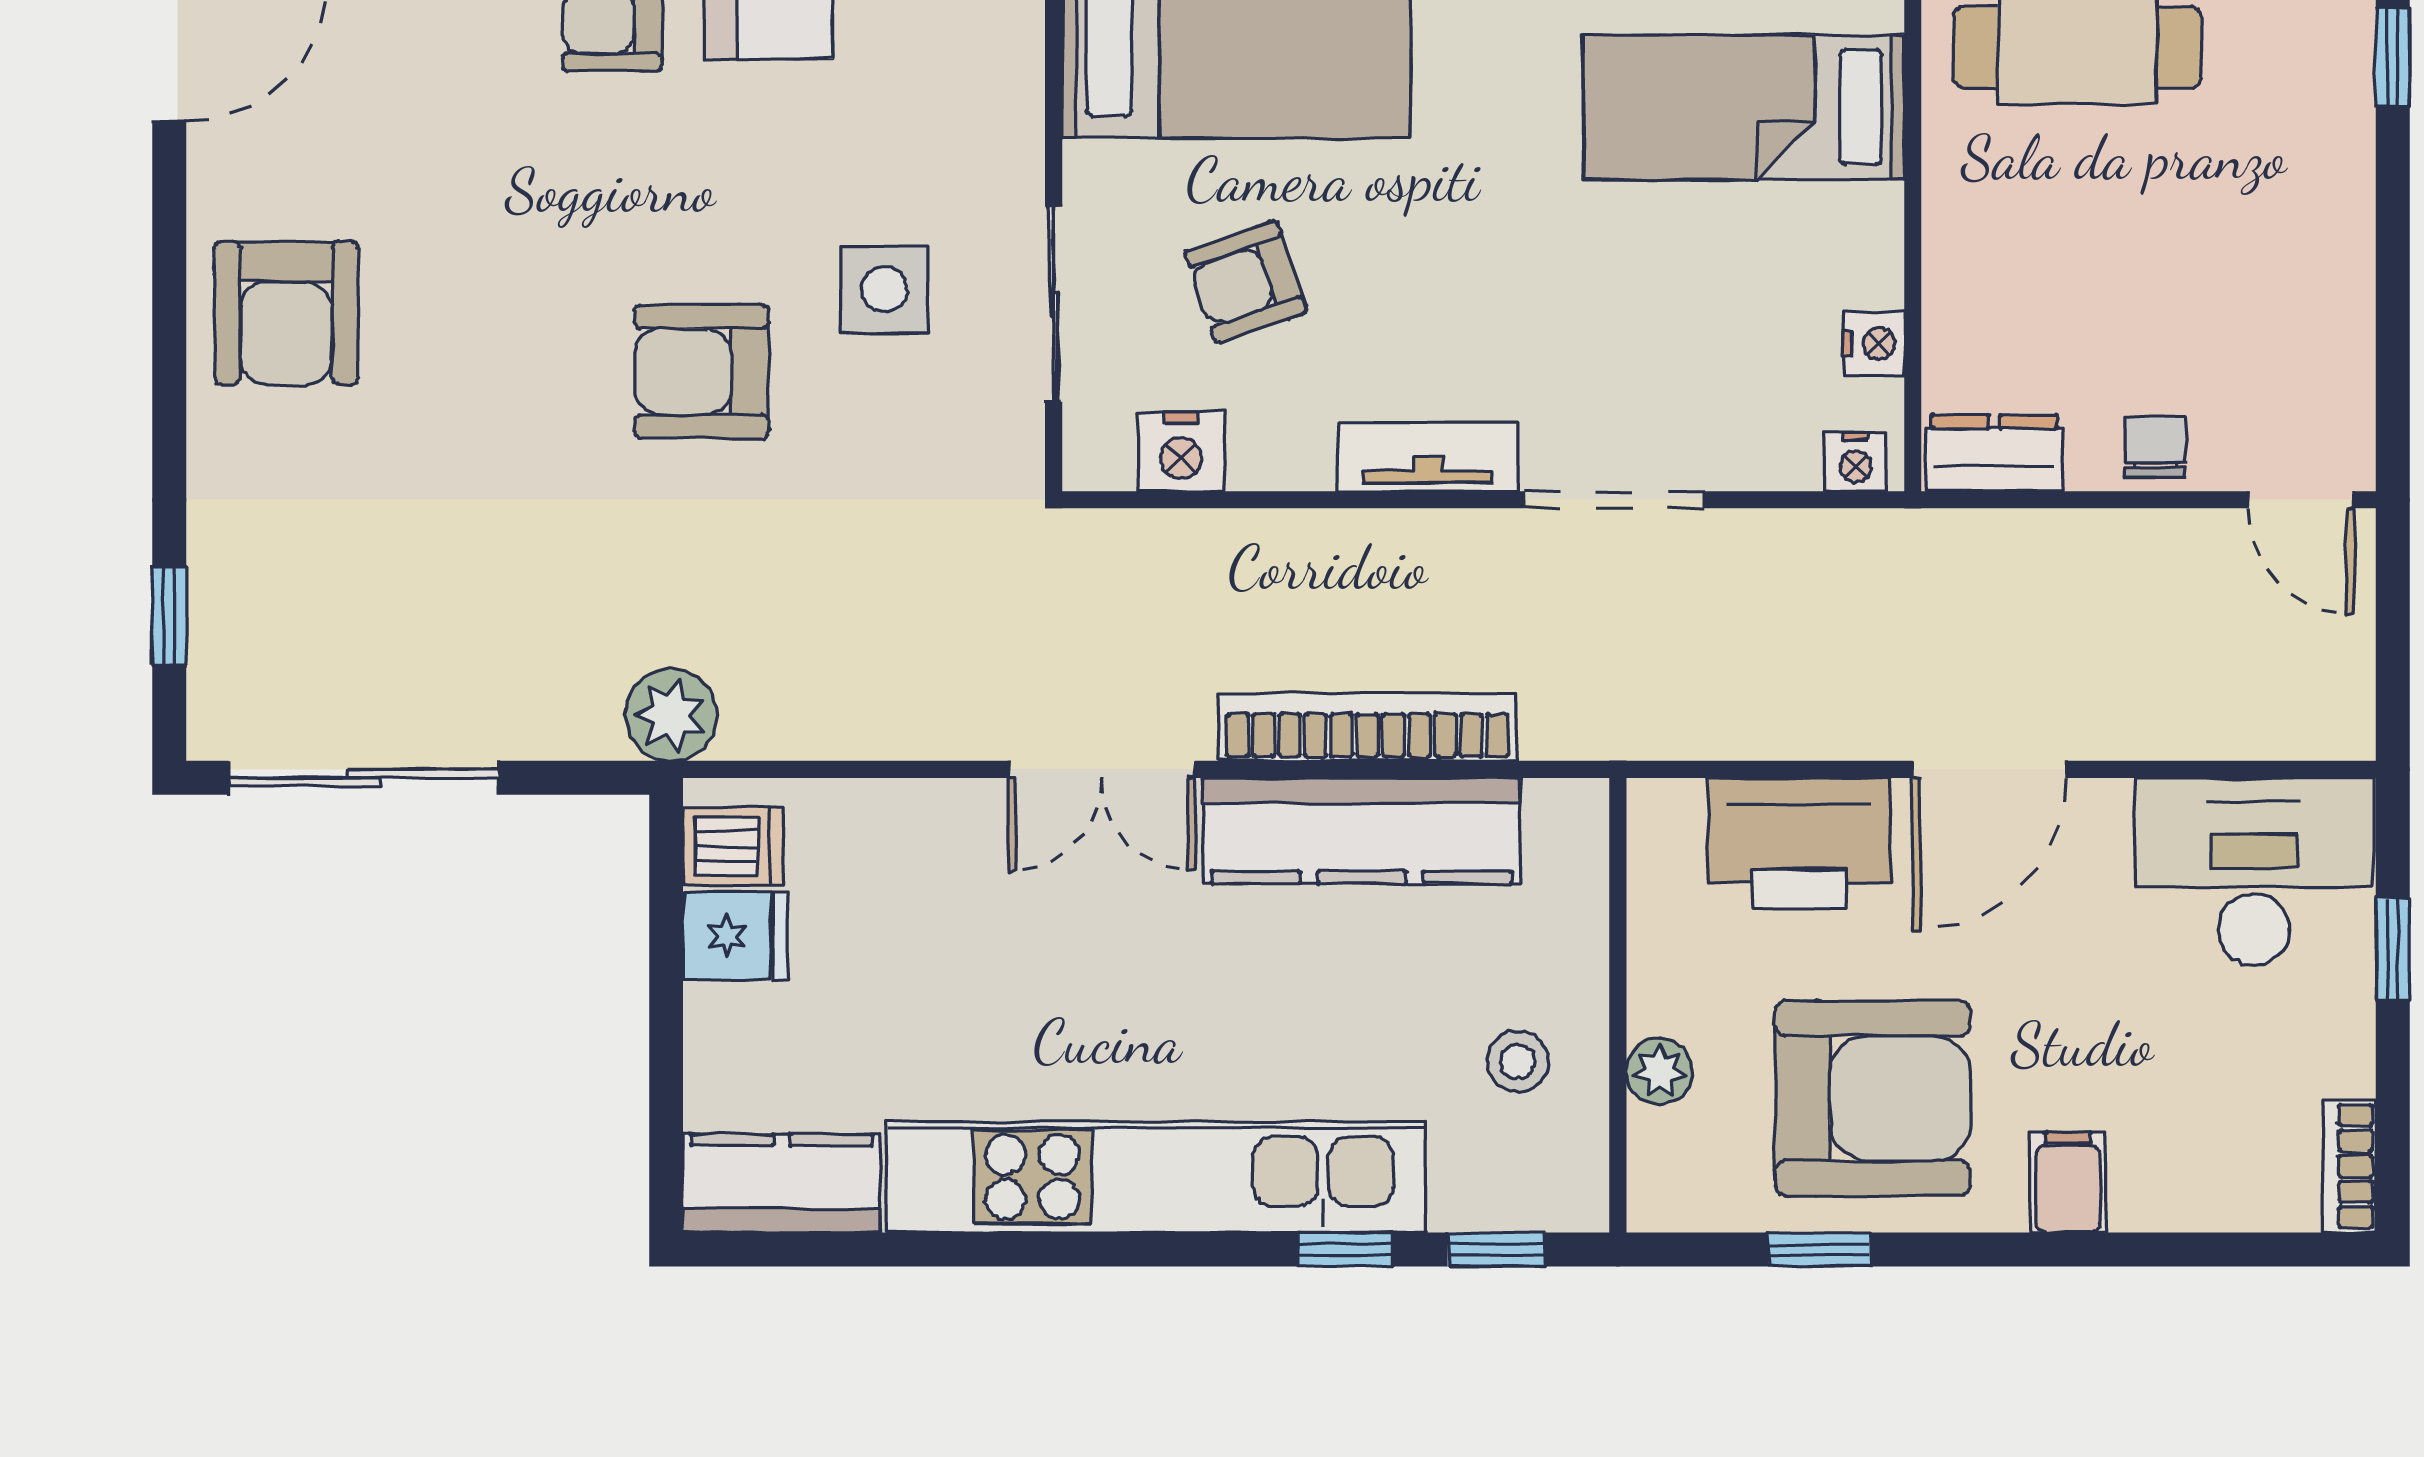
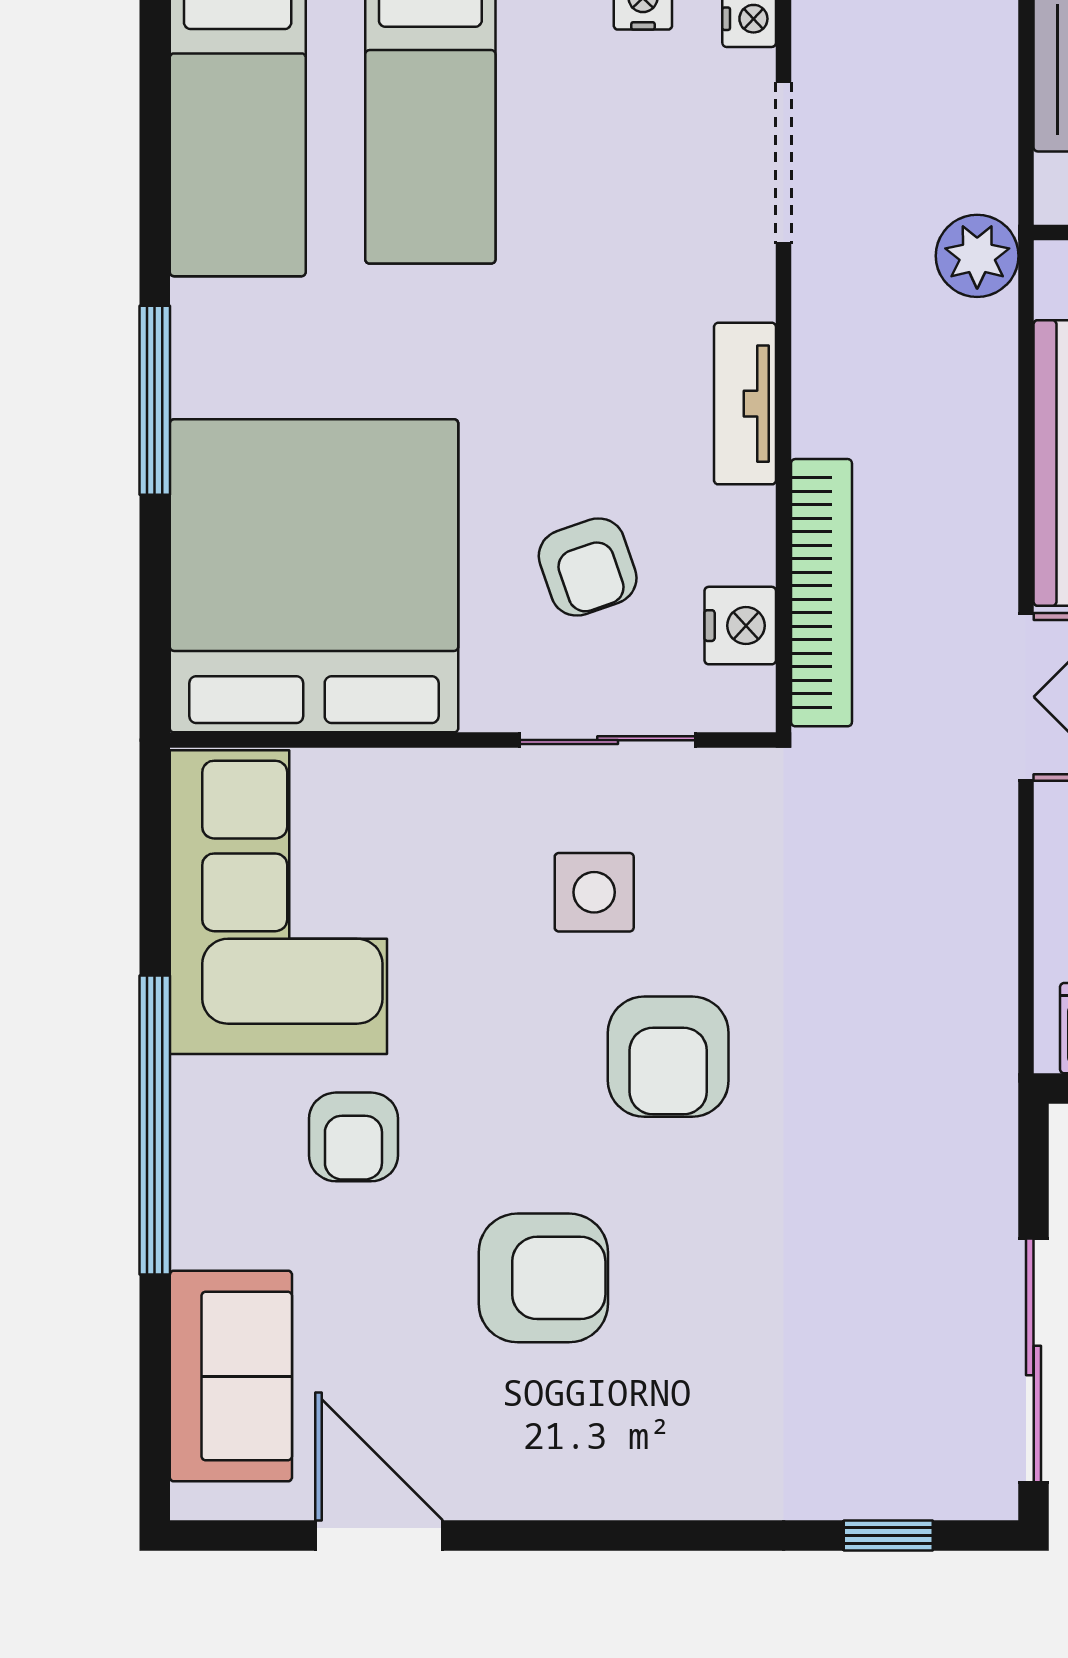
armchair: (286, 313) -> (543, 1278), moved
doorway: (1614, 500) -> (784, 163), moved
plant: (671, 715) -> (977, 256), moved
bookcase: (1367, 727) -> (821, 593), moved, turned 180

